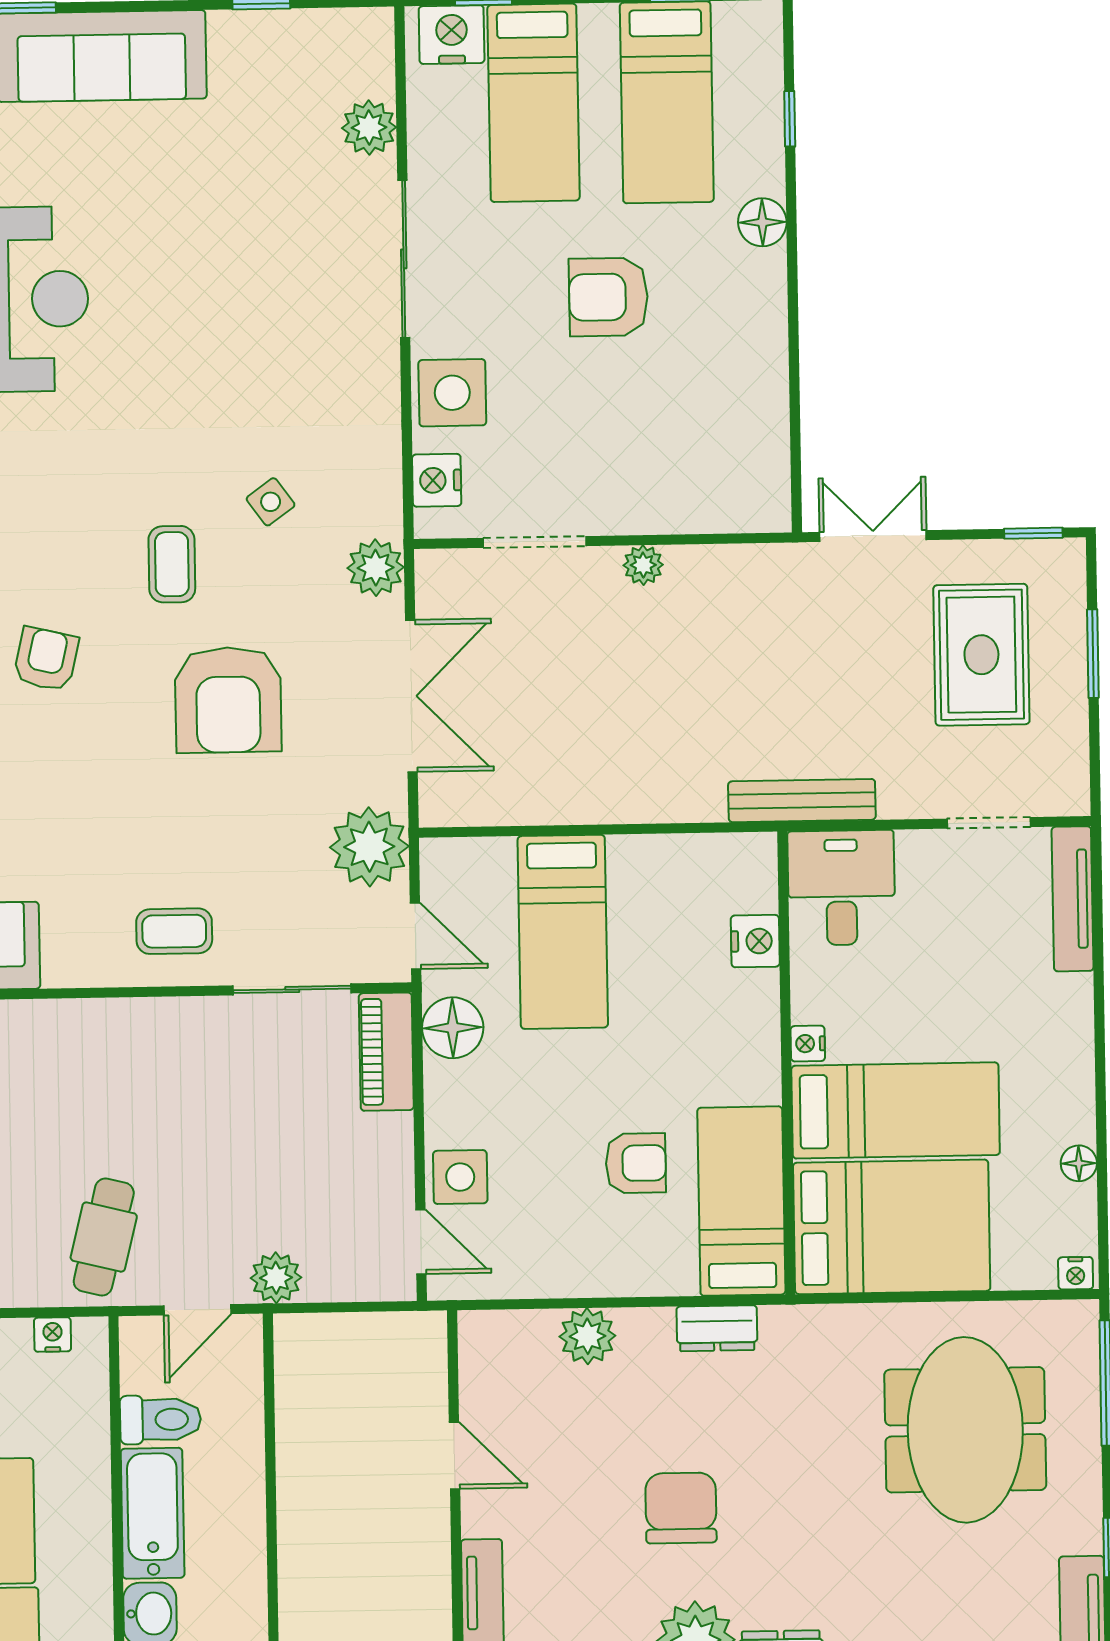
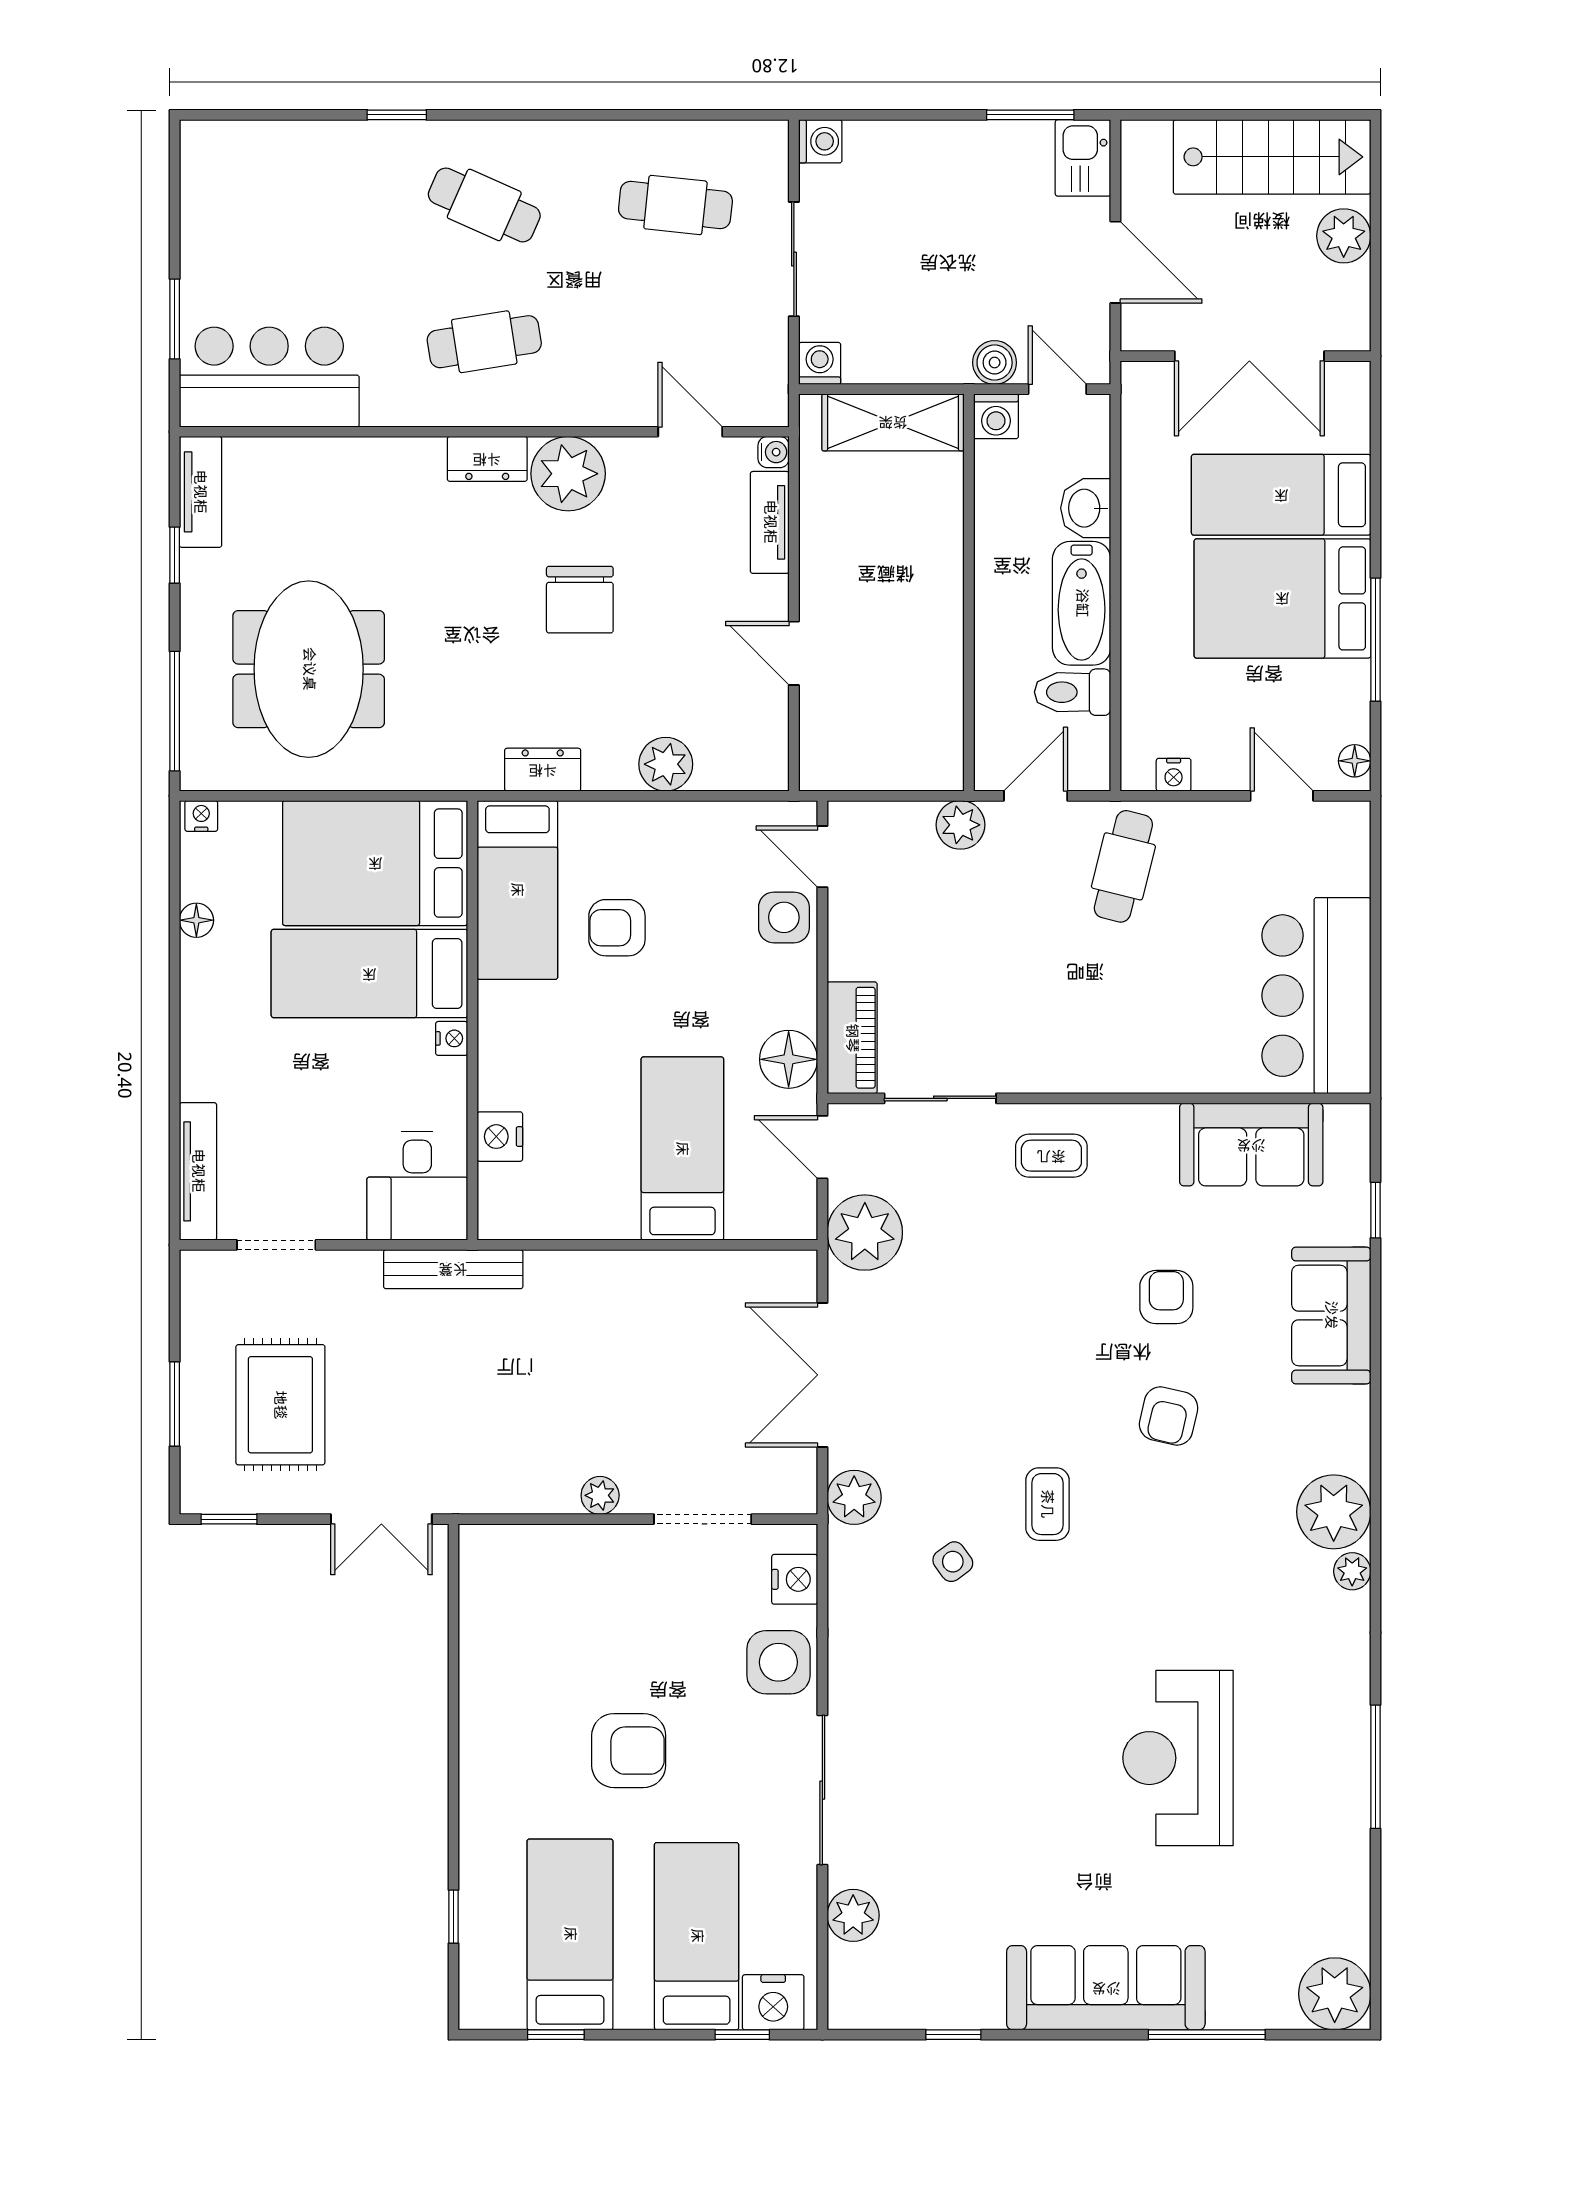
floor lamp: (762, 222) -> (481, 1819), removed
armchair: (228, 700) -> (1166, 1297), moved, width x0.53, depth x0.53

